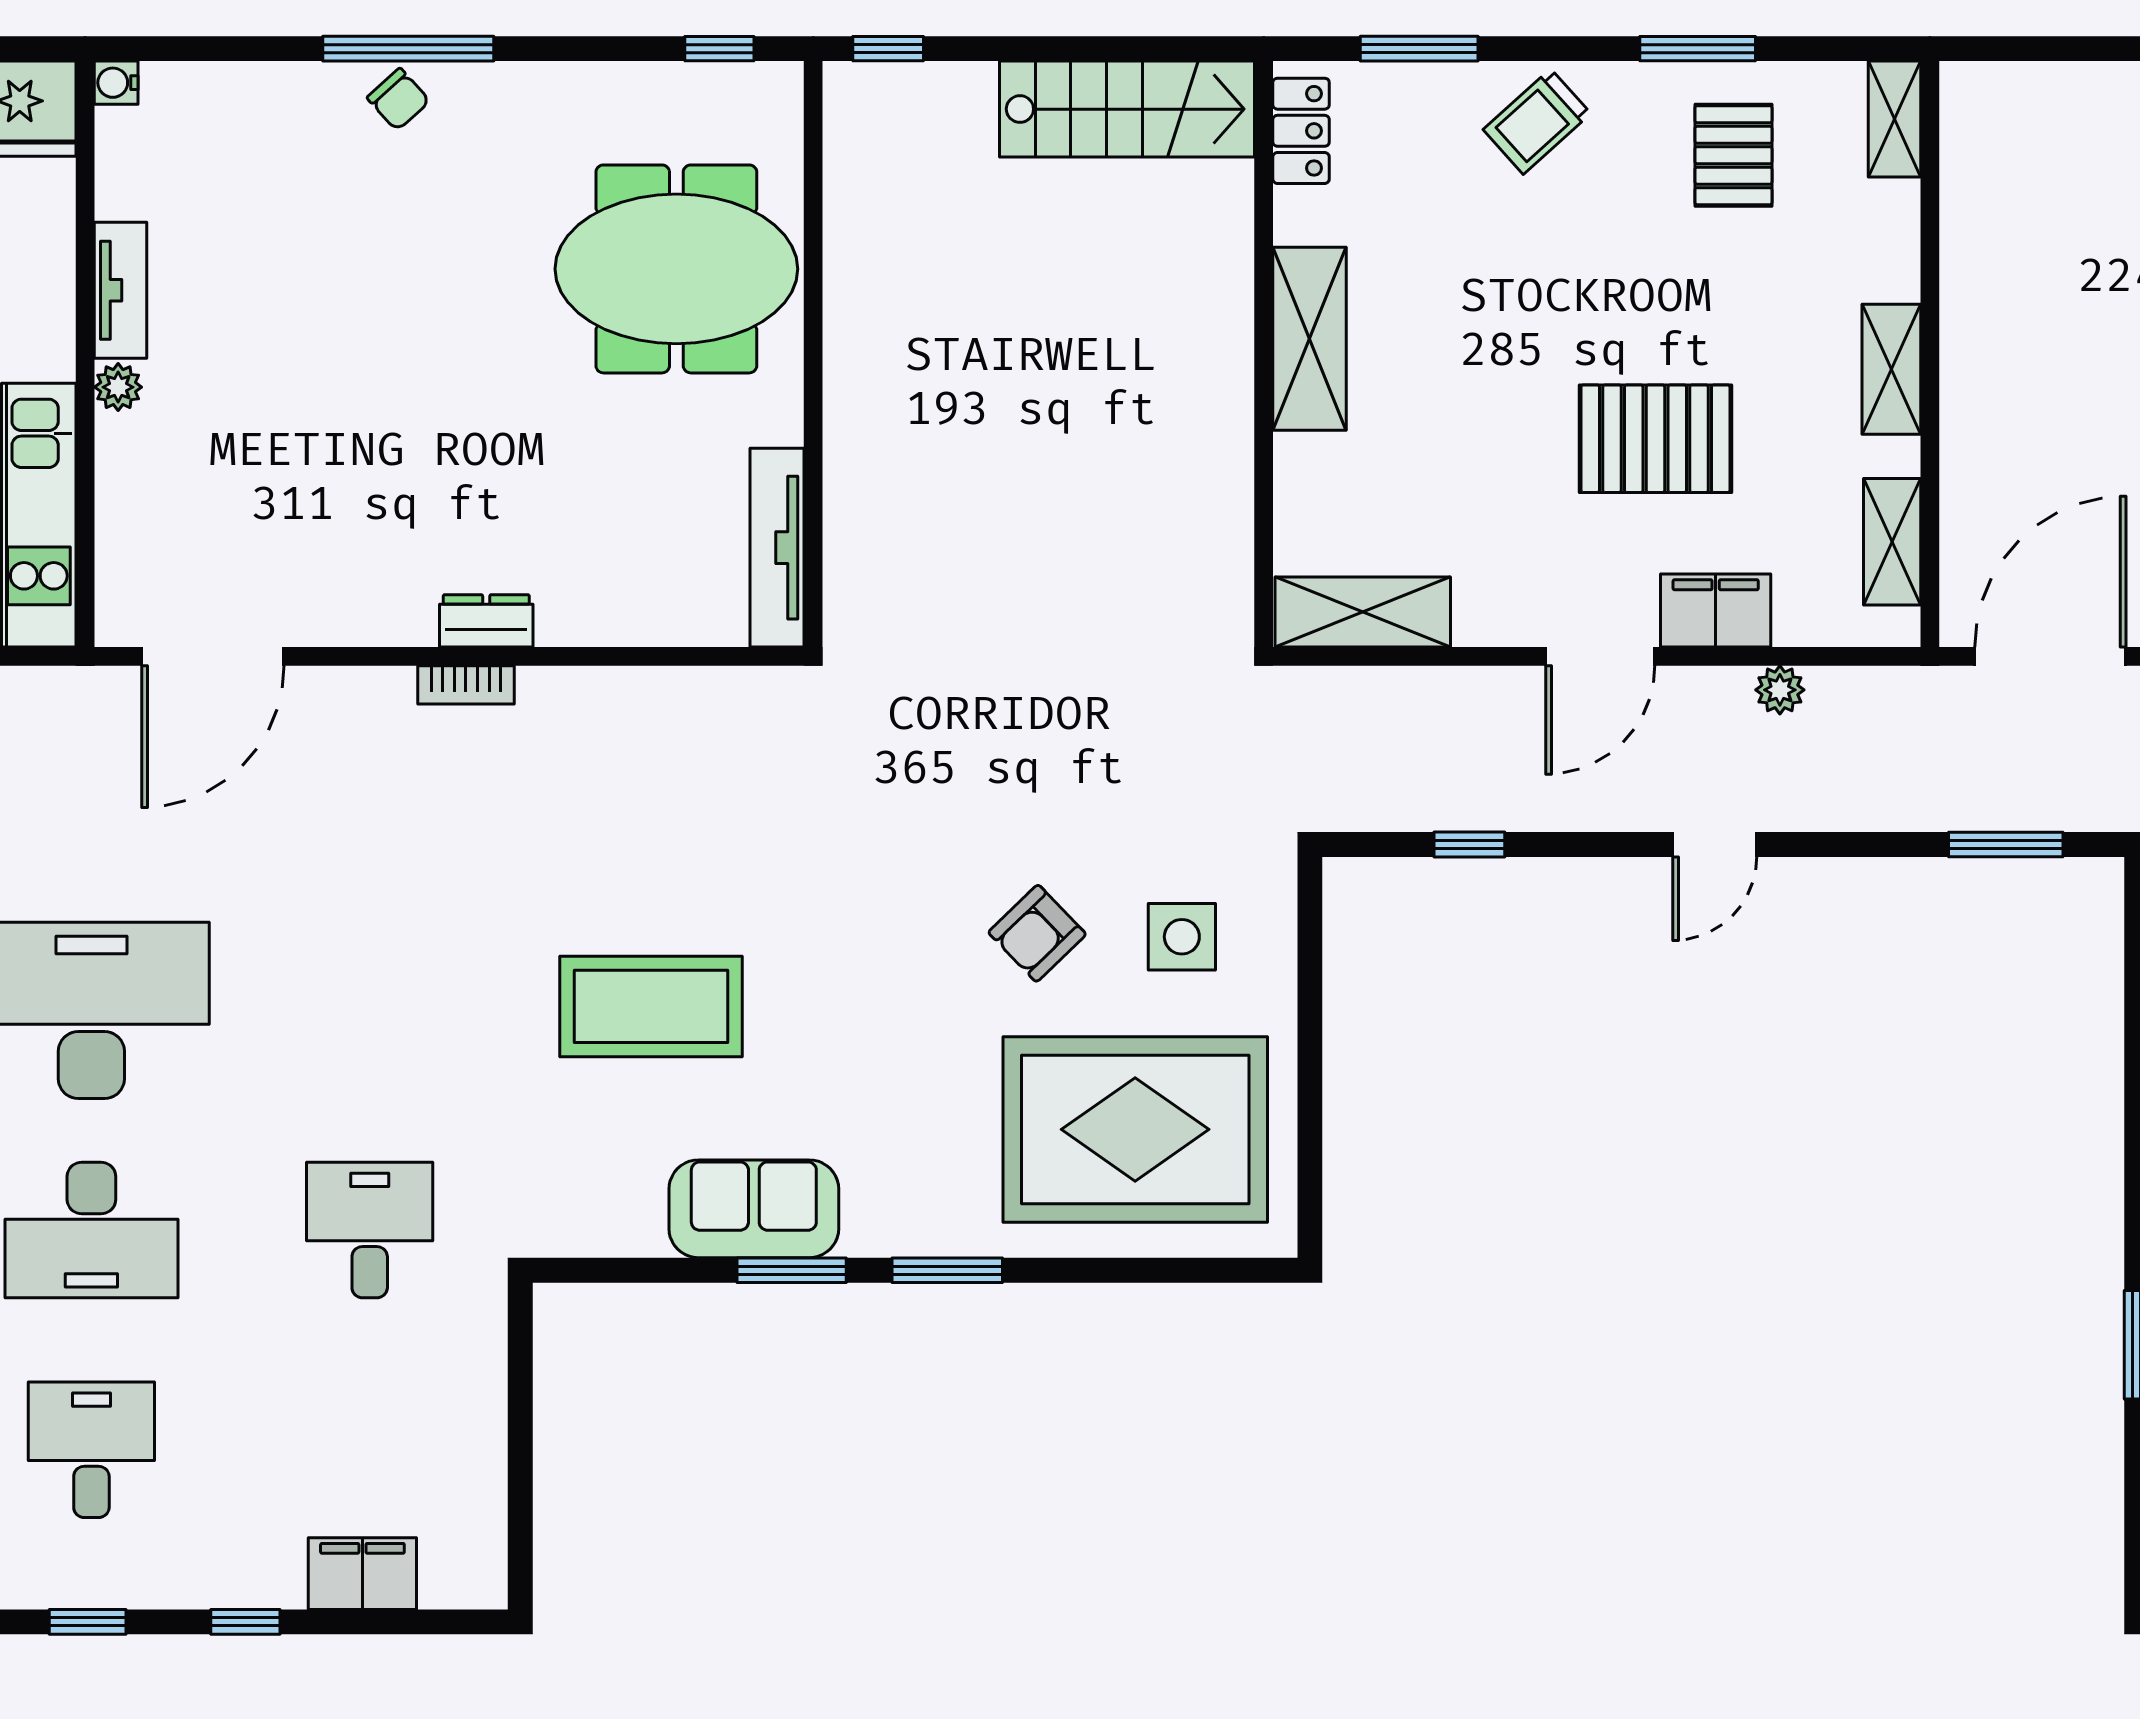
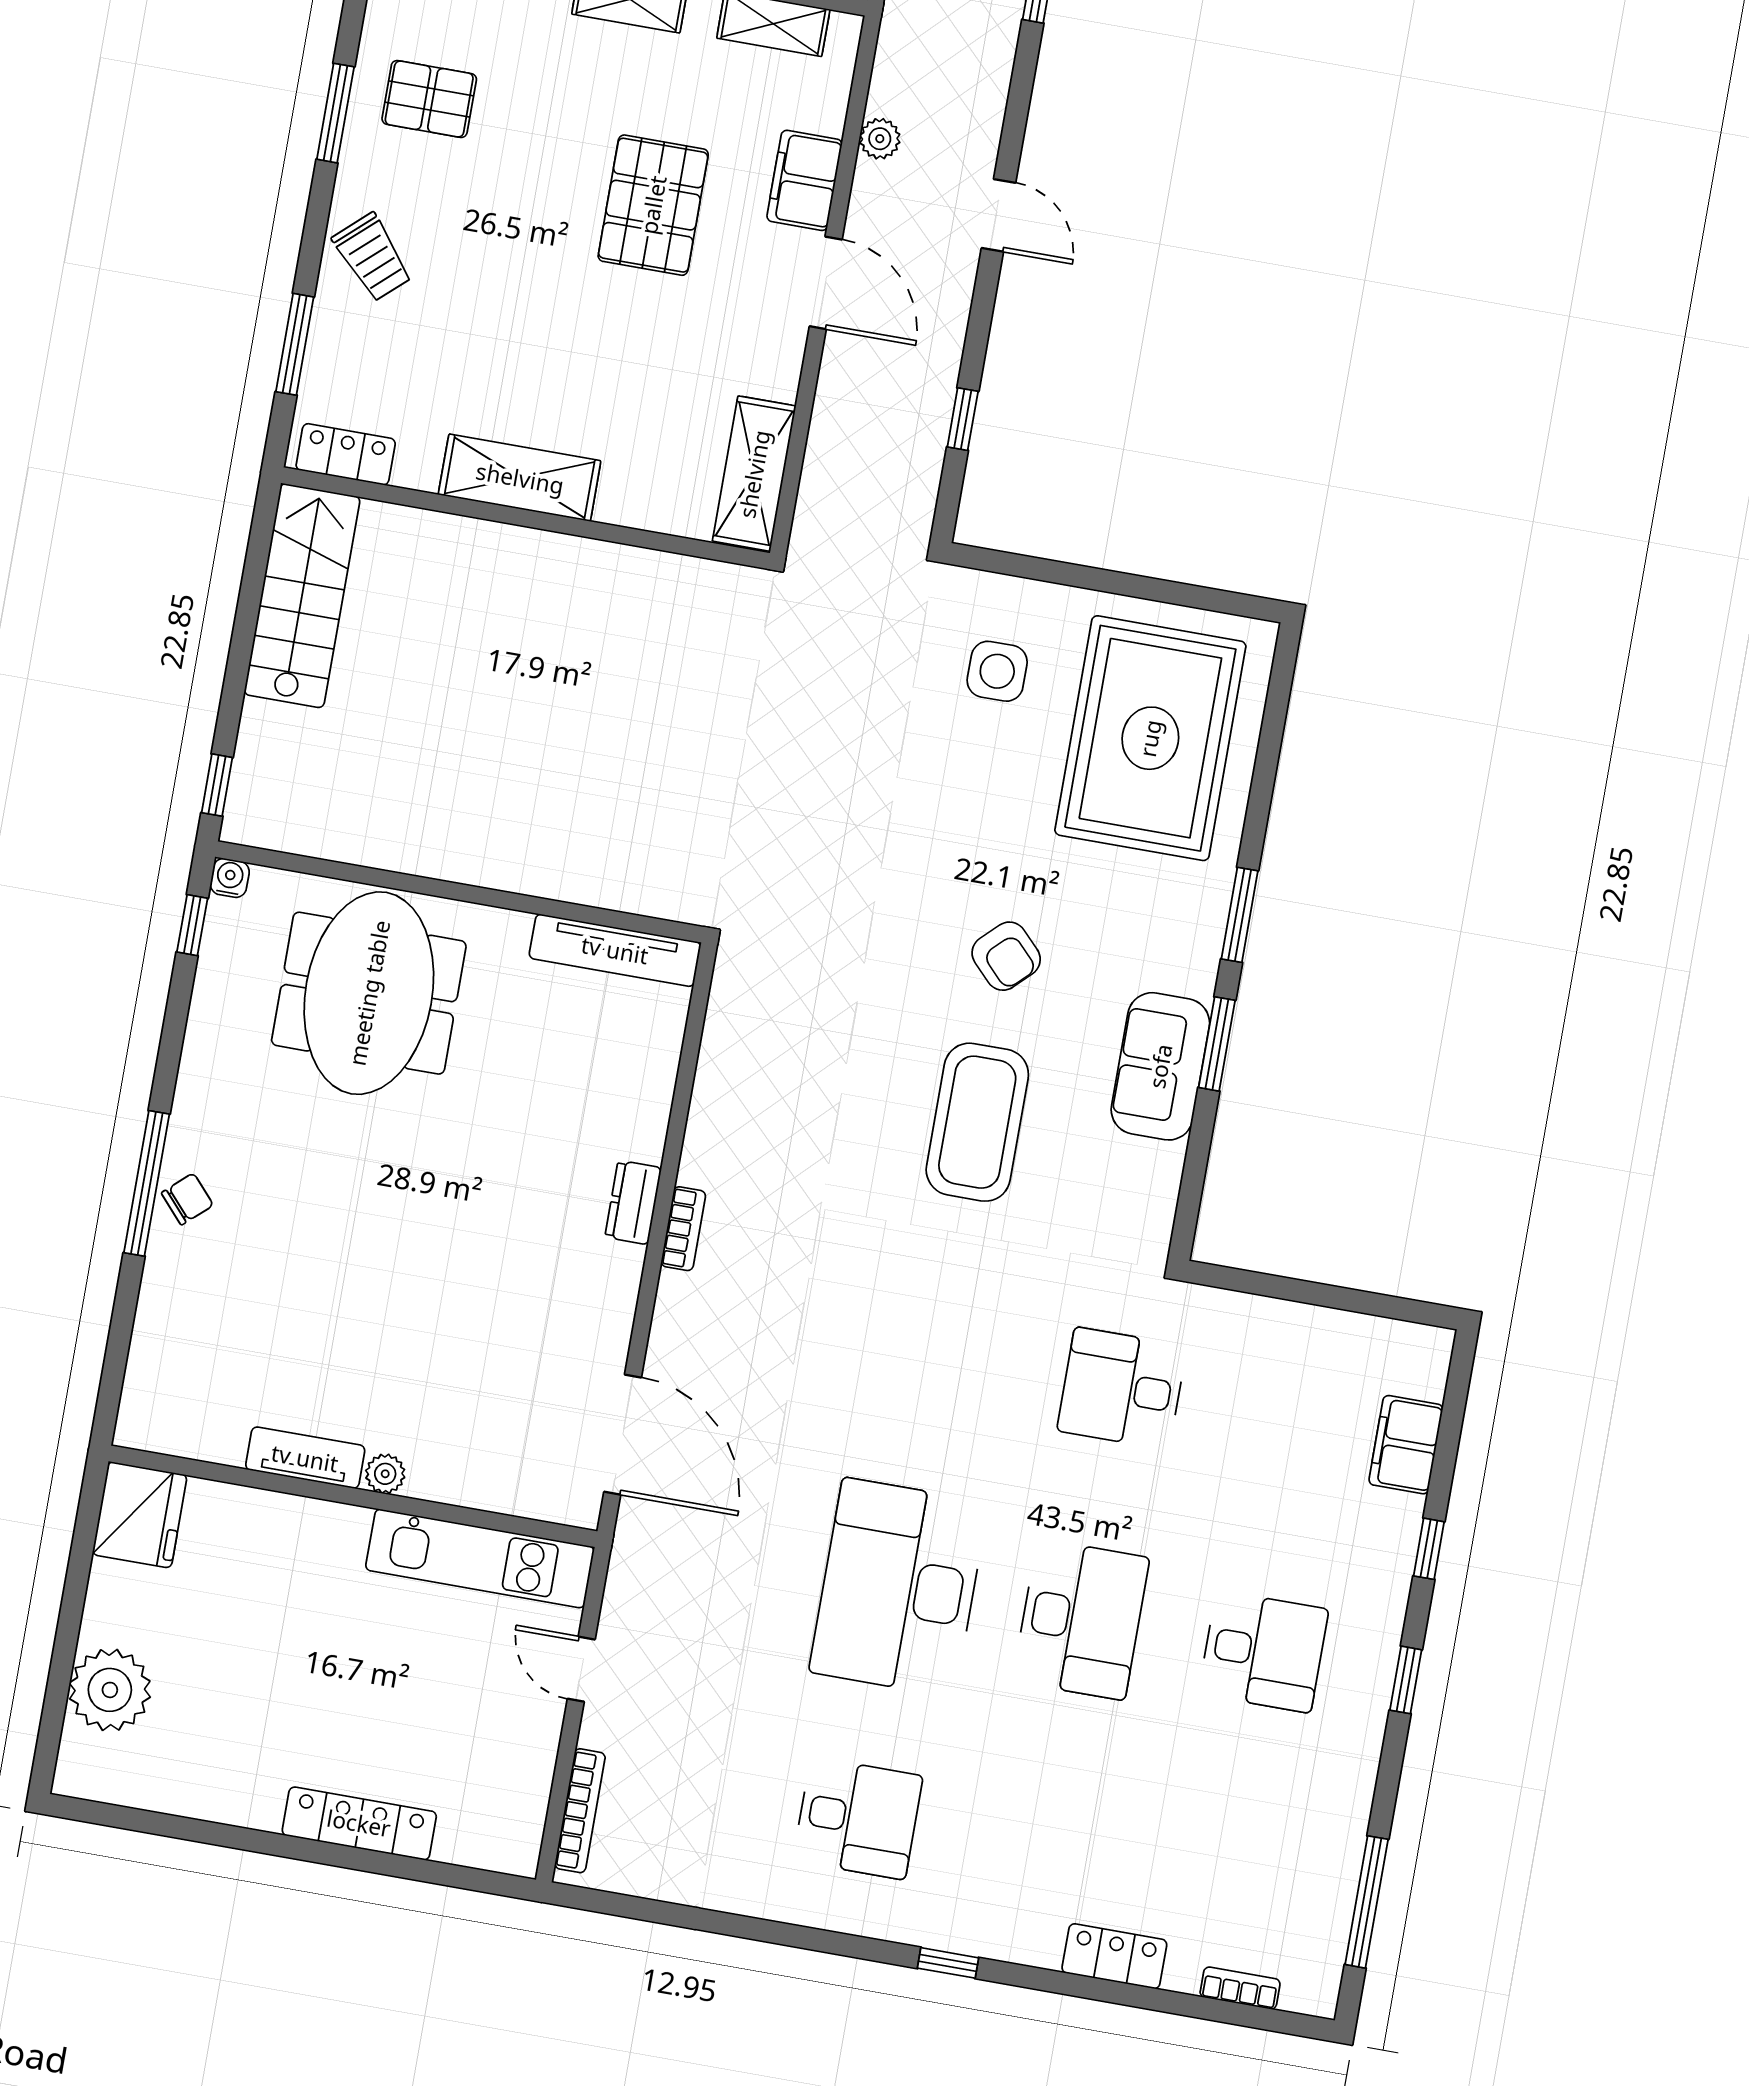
water cooler: (116, 83) -> (230, 878), moved, turned 180
armchair: (1037, 933) -> (1006, 956), moved
desk: (91, 1450) -> (1264, 1652), turned 180

